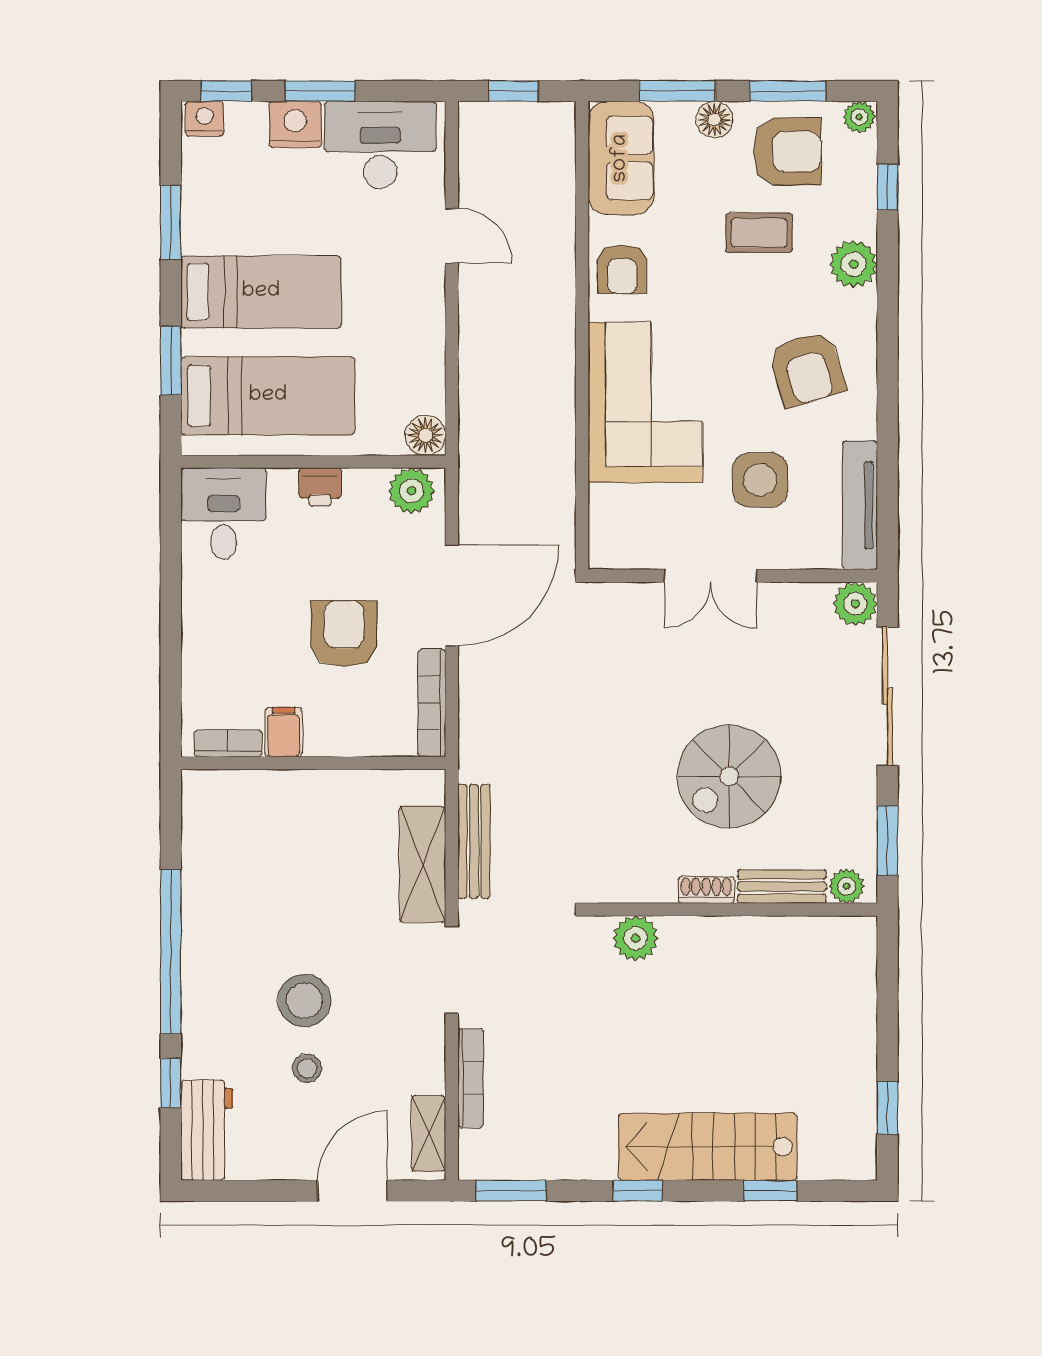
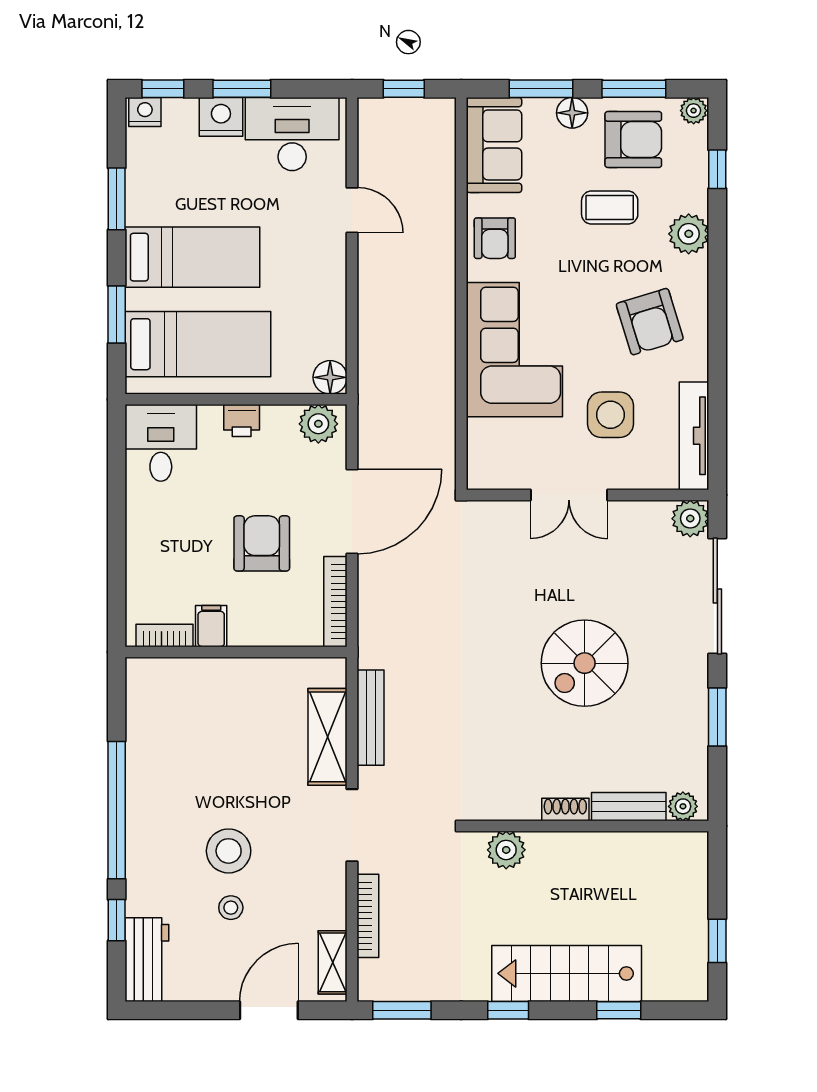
plant: (847, 886) -> (683, 806), moved
bench: (782, 887) -> (629, 807), moved
shoe rack: (706, 890) -> (565, 809), moved
wall: (733, 910) -> (588, 826), moved
plant: (636, 938) -> (506, 850), moved

